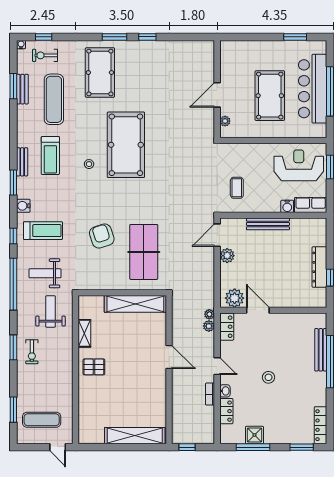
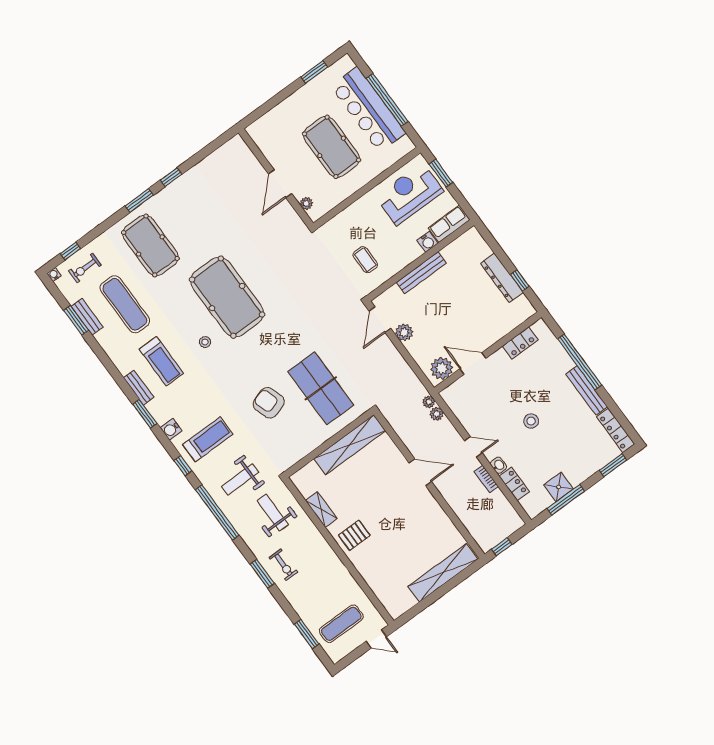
locker: (227, 327) -> (520, 343), moved, turned 90
bench: (321, 350) -> (587, 390), moved

